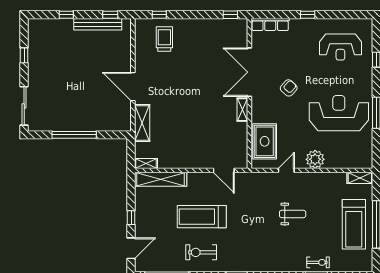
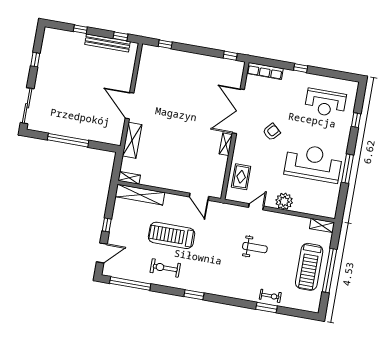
trolley: (164, 39) -> (166, 67), removed
rug: (265, 141) -> (241, 177), width x0.73, depth x0.70

